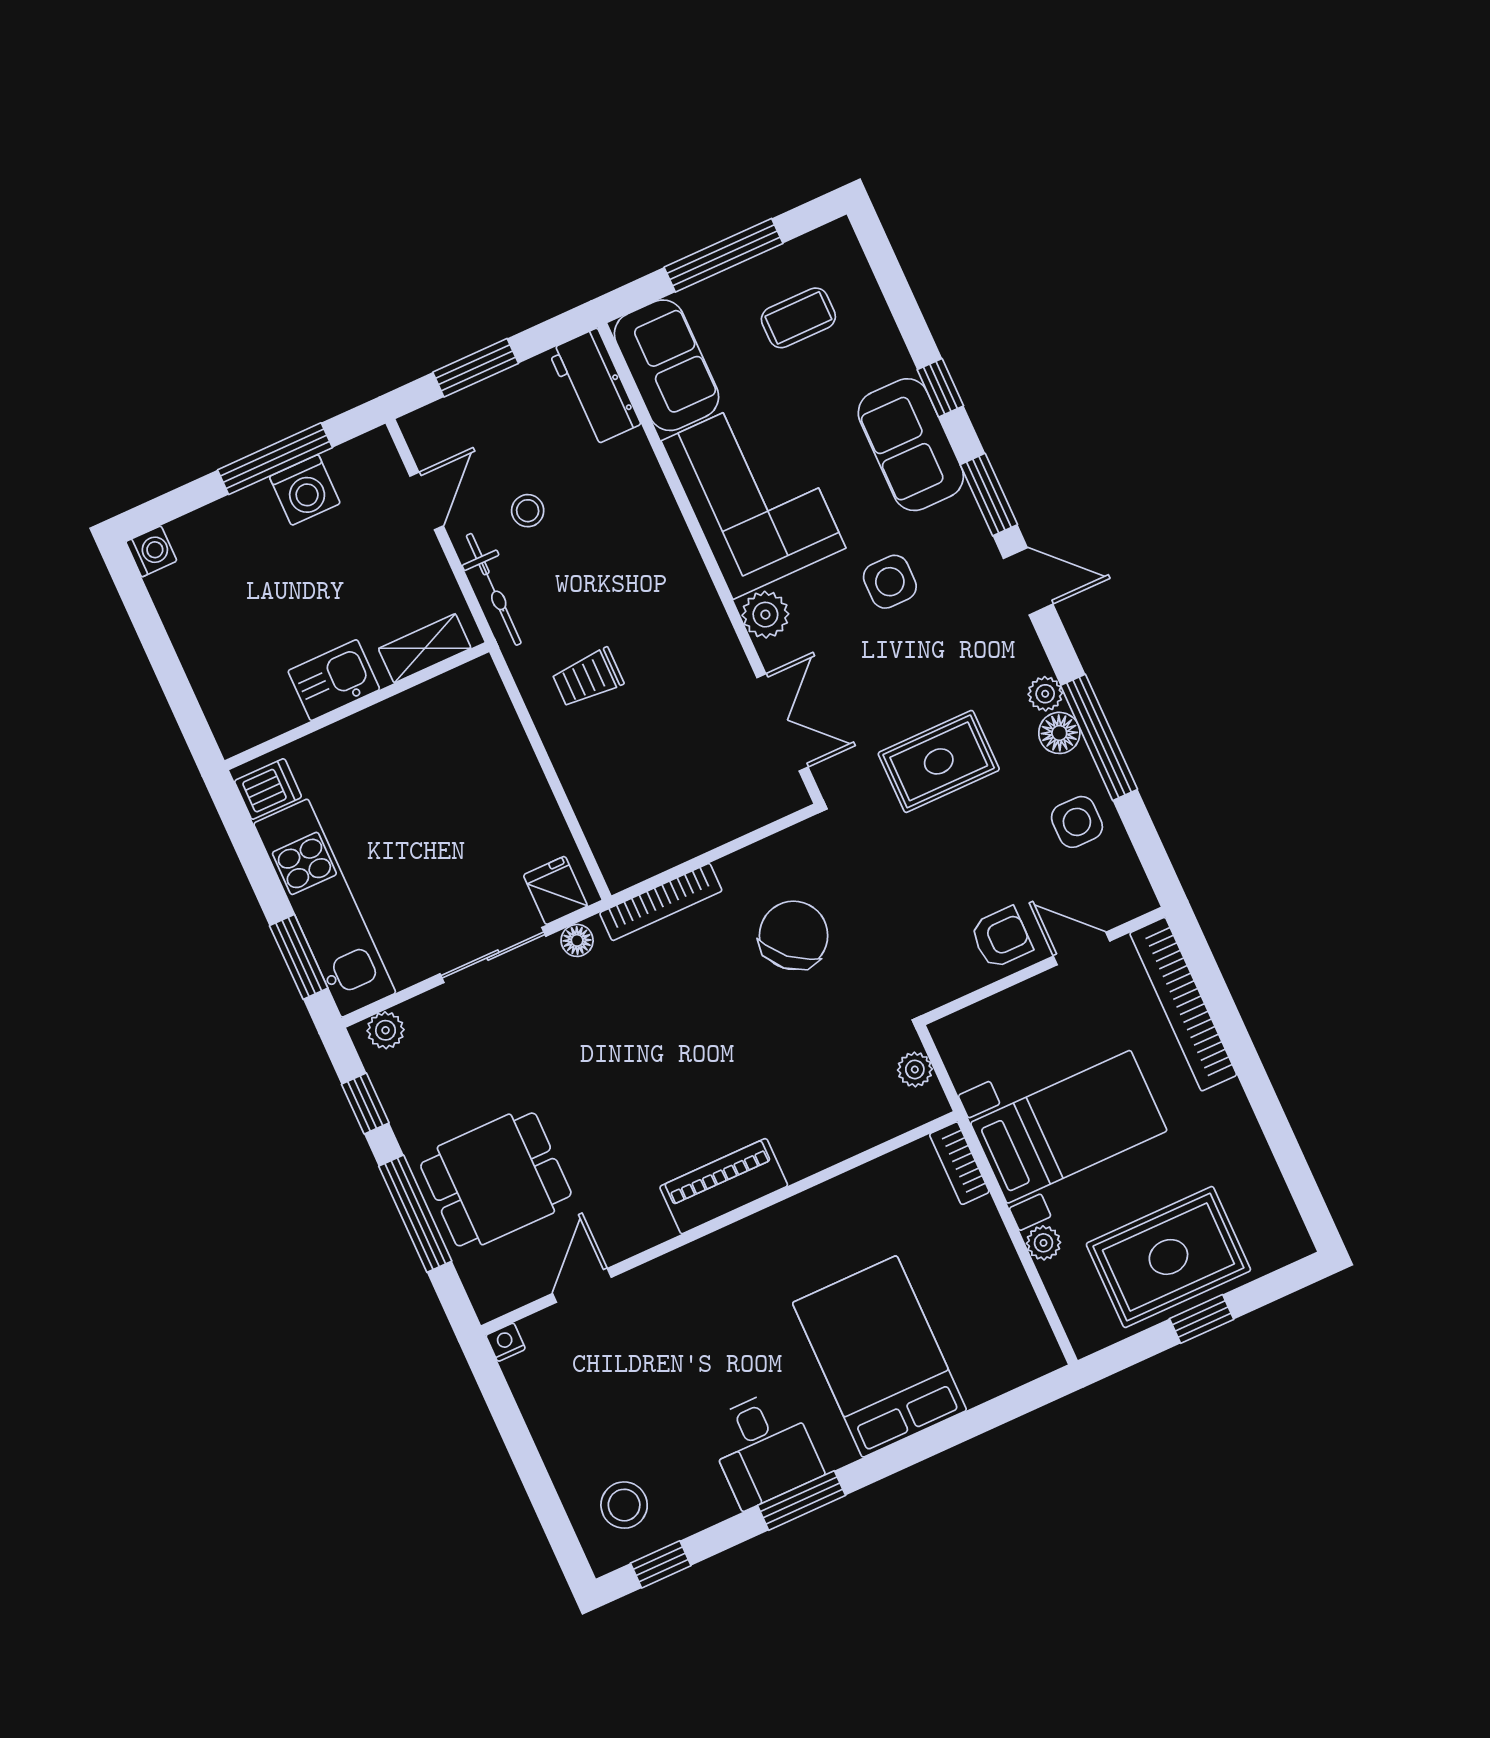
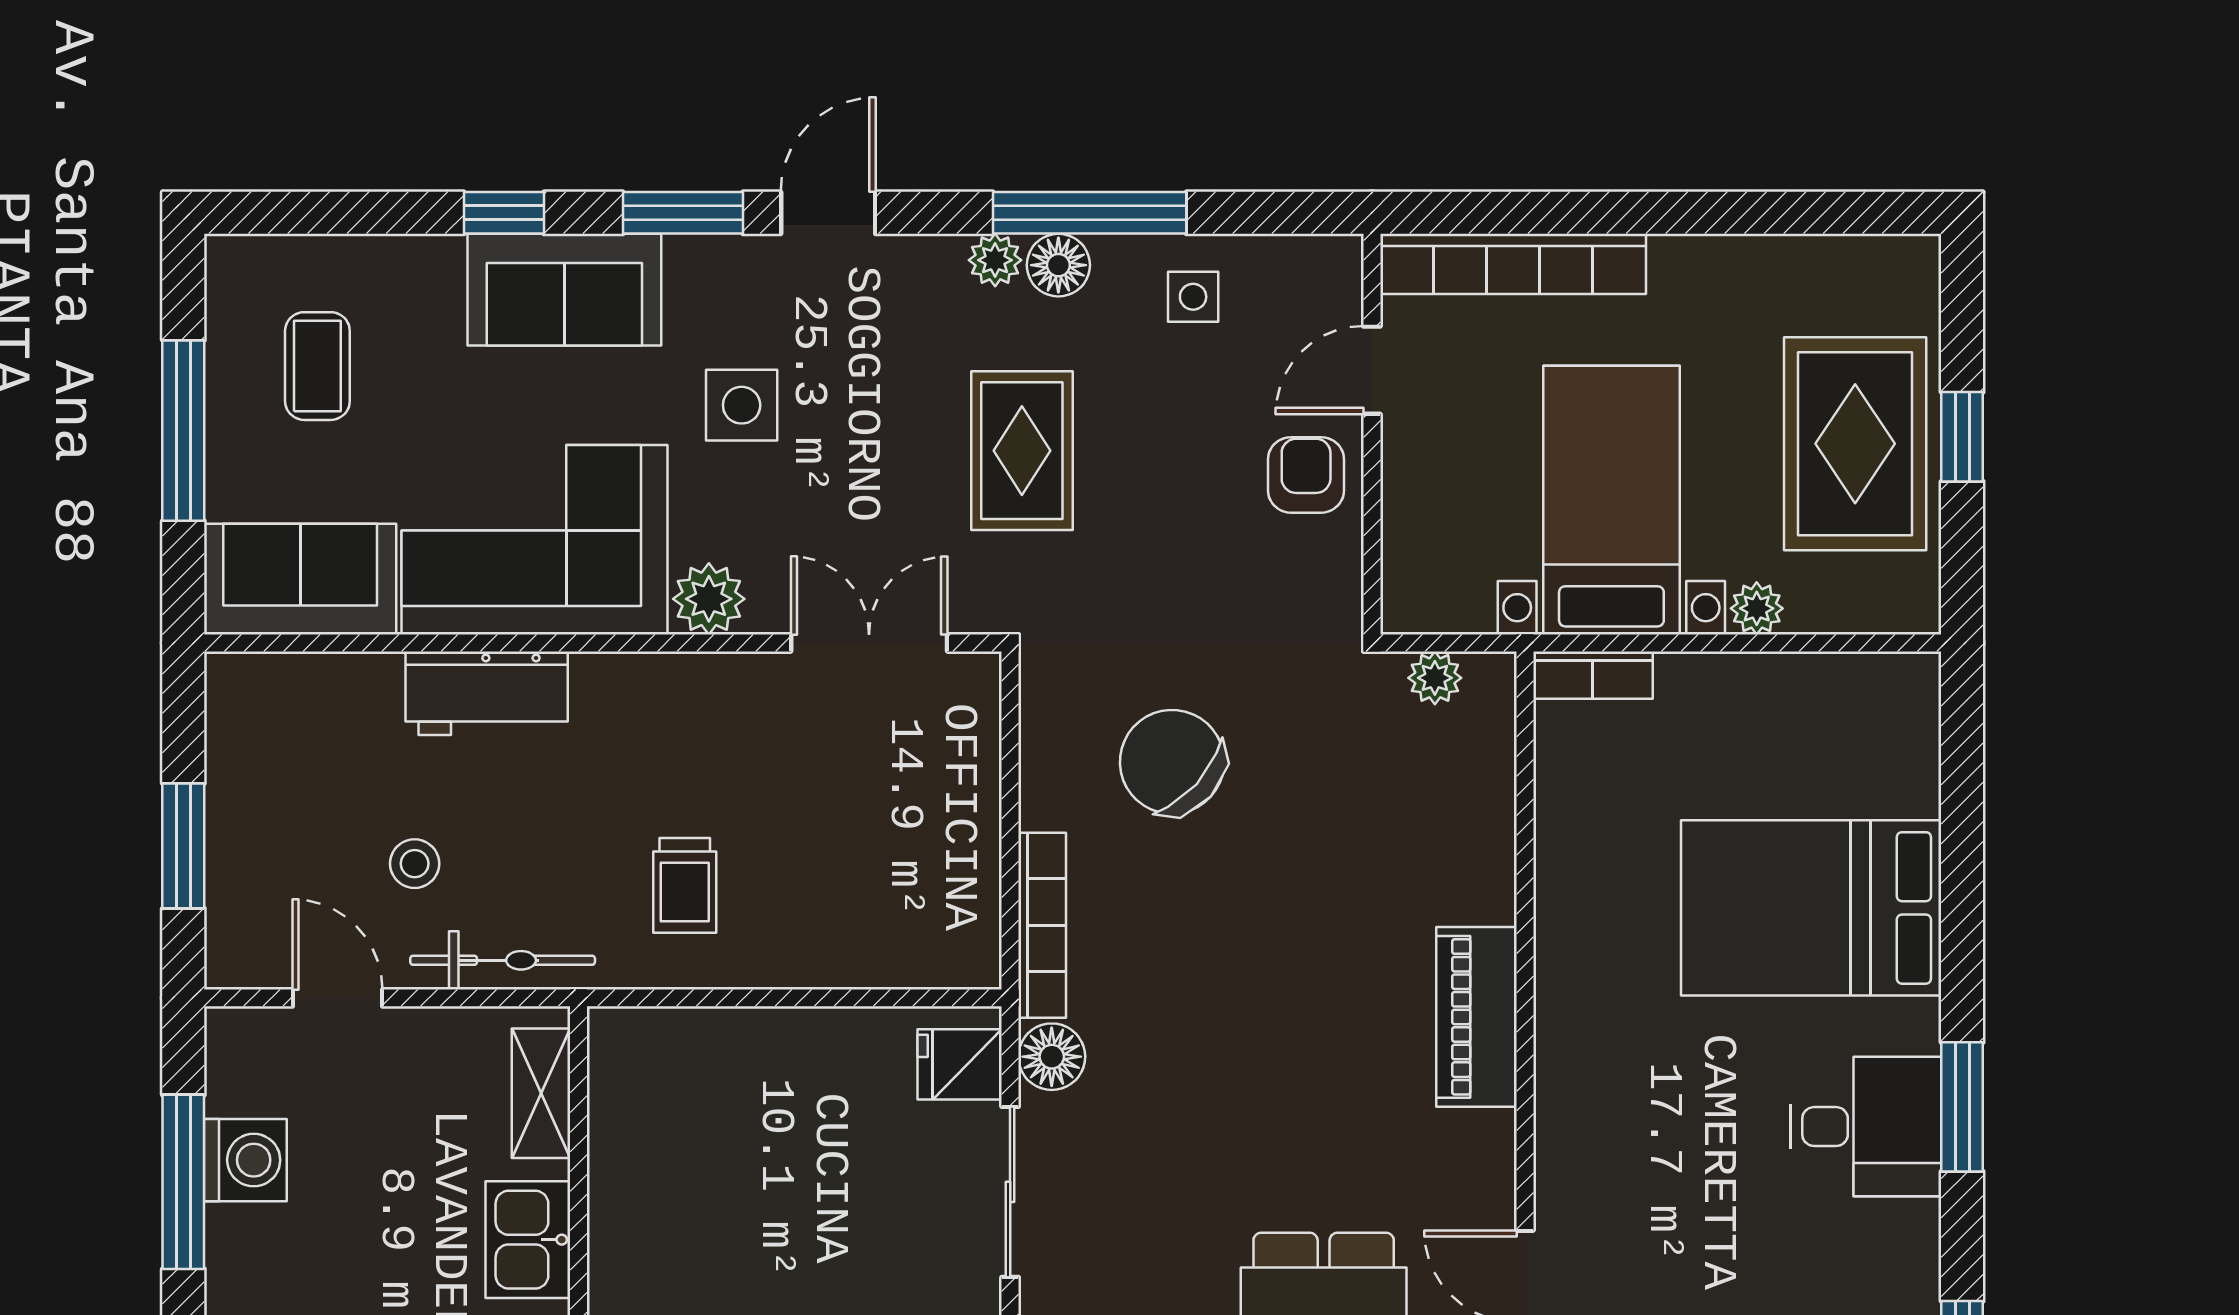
workbench: (594, 387) -> (487, 693), moved
side table: (1077, 822) -> (1193, 297), width x0.73, depth x0.73
floor lamp: (577, 940) -> (1052, 1057), width x1.37, depth x1.37

